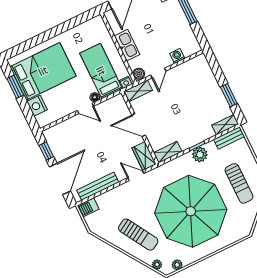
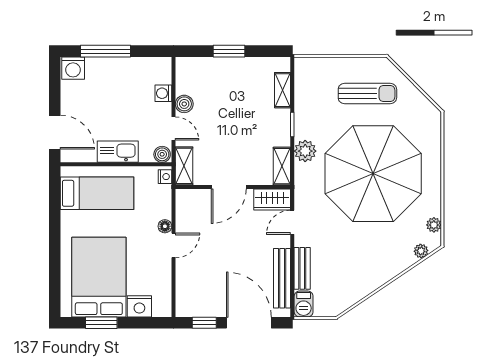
bed: (101, 71) -> (97, 193), moved, turned 180
boiler: (177, 72) -> (184, 104), added
window: (229, 95) -> (229, 51), moved
shelving: (225, 125) -> (283, 90), moved
bench: (229, 138) -> (302, 268), moved
plant: (200, 154) -> (305, 151), moved
sun lounger: (138, 235) -> (370, 256), removed

